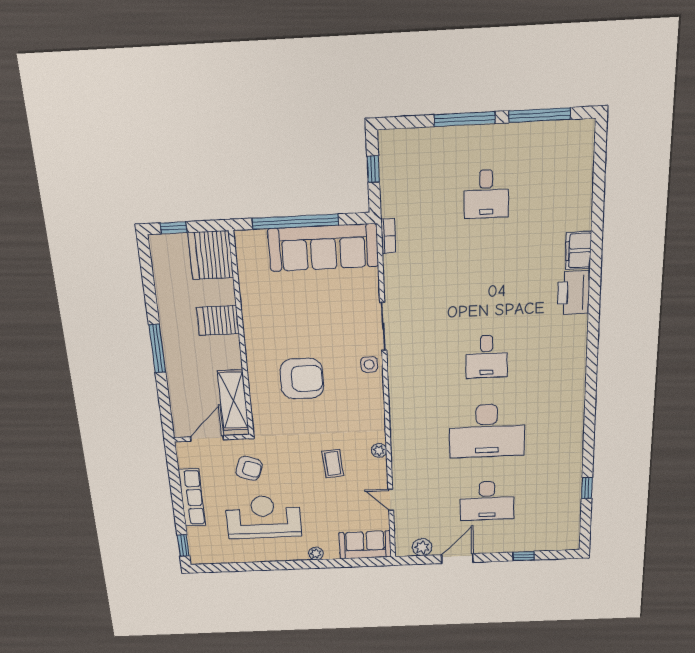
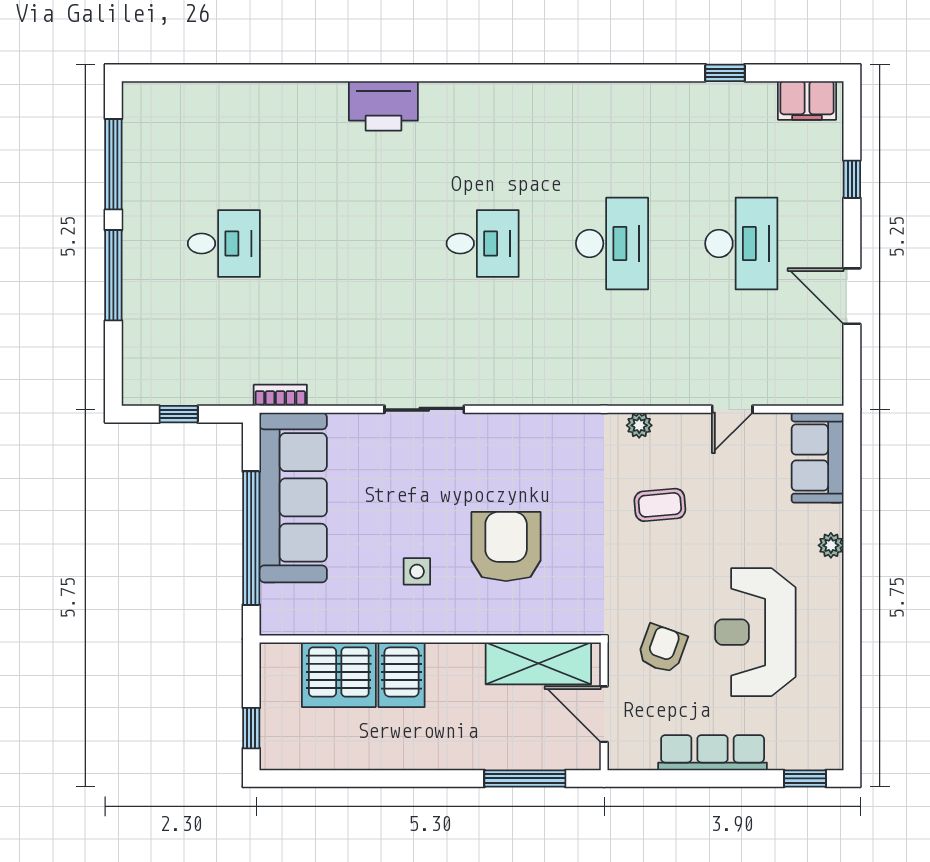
filing cabinet: (578, 251) -> (807, 100), moved
server rack: (211, 255) -> (339, 675), moved
window: (157, 349) -> (525, 778), moved
side table: (369, 364) -> (417, 571), moved
desk: (487, 431) -> (612, 243), width x0.73, depth x0.77
plant: (422, 547) -> (827, 358), removed

